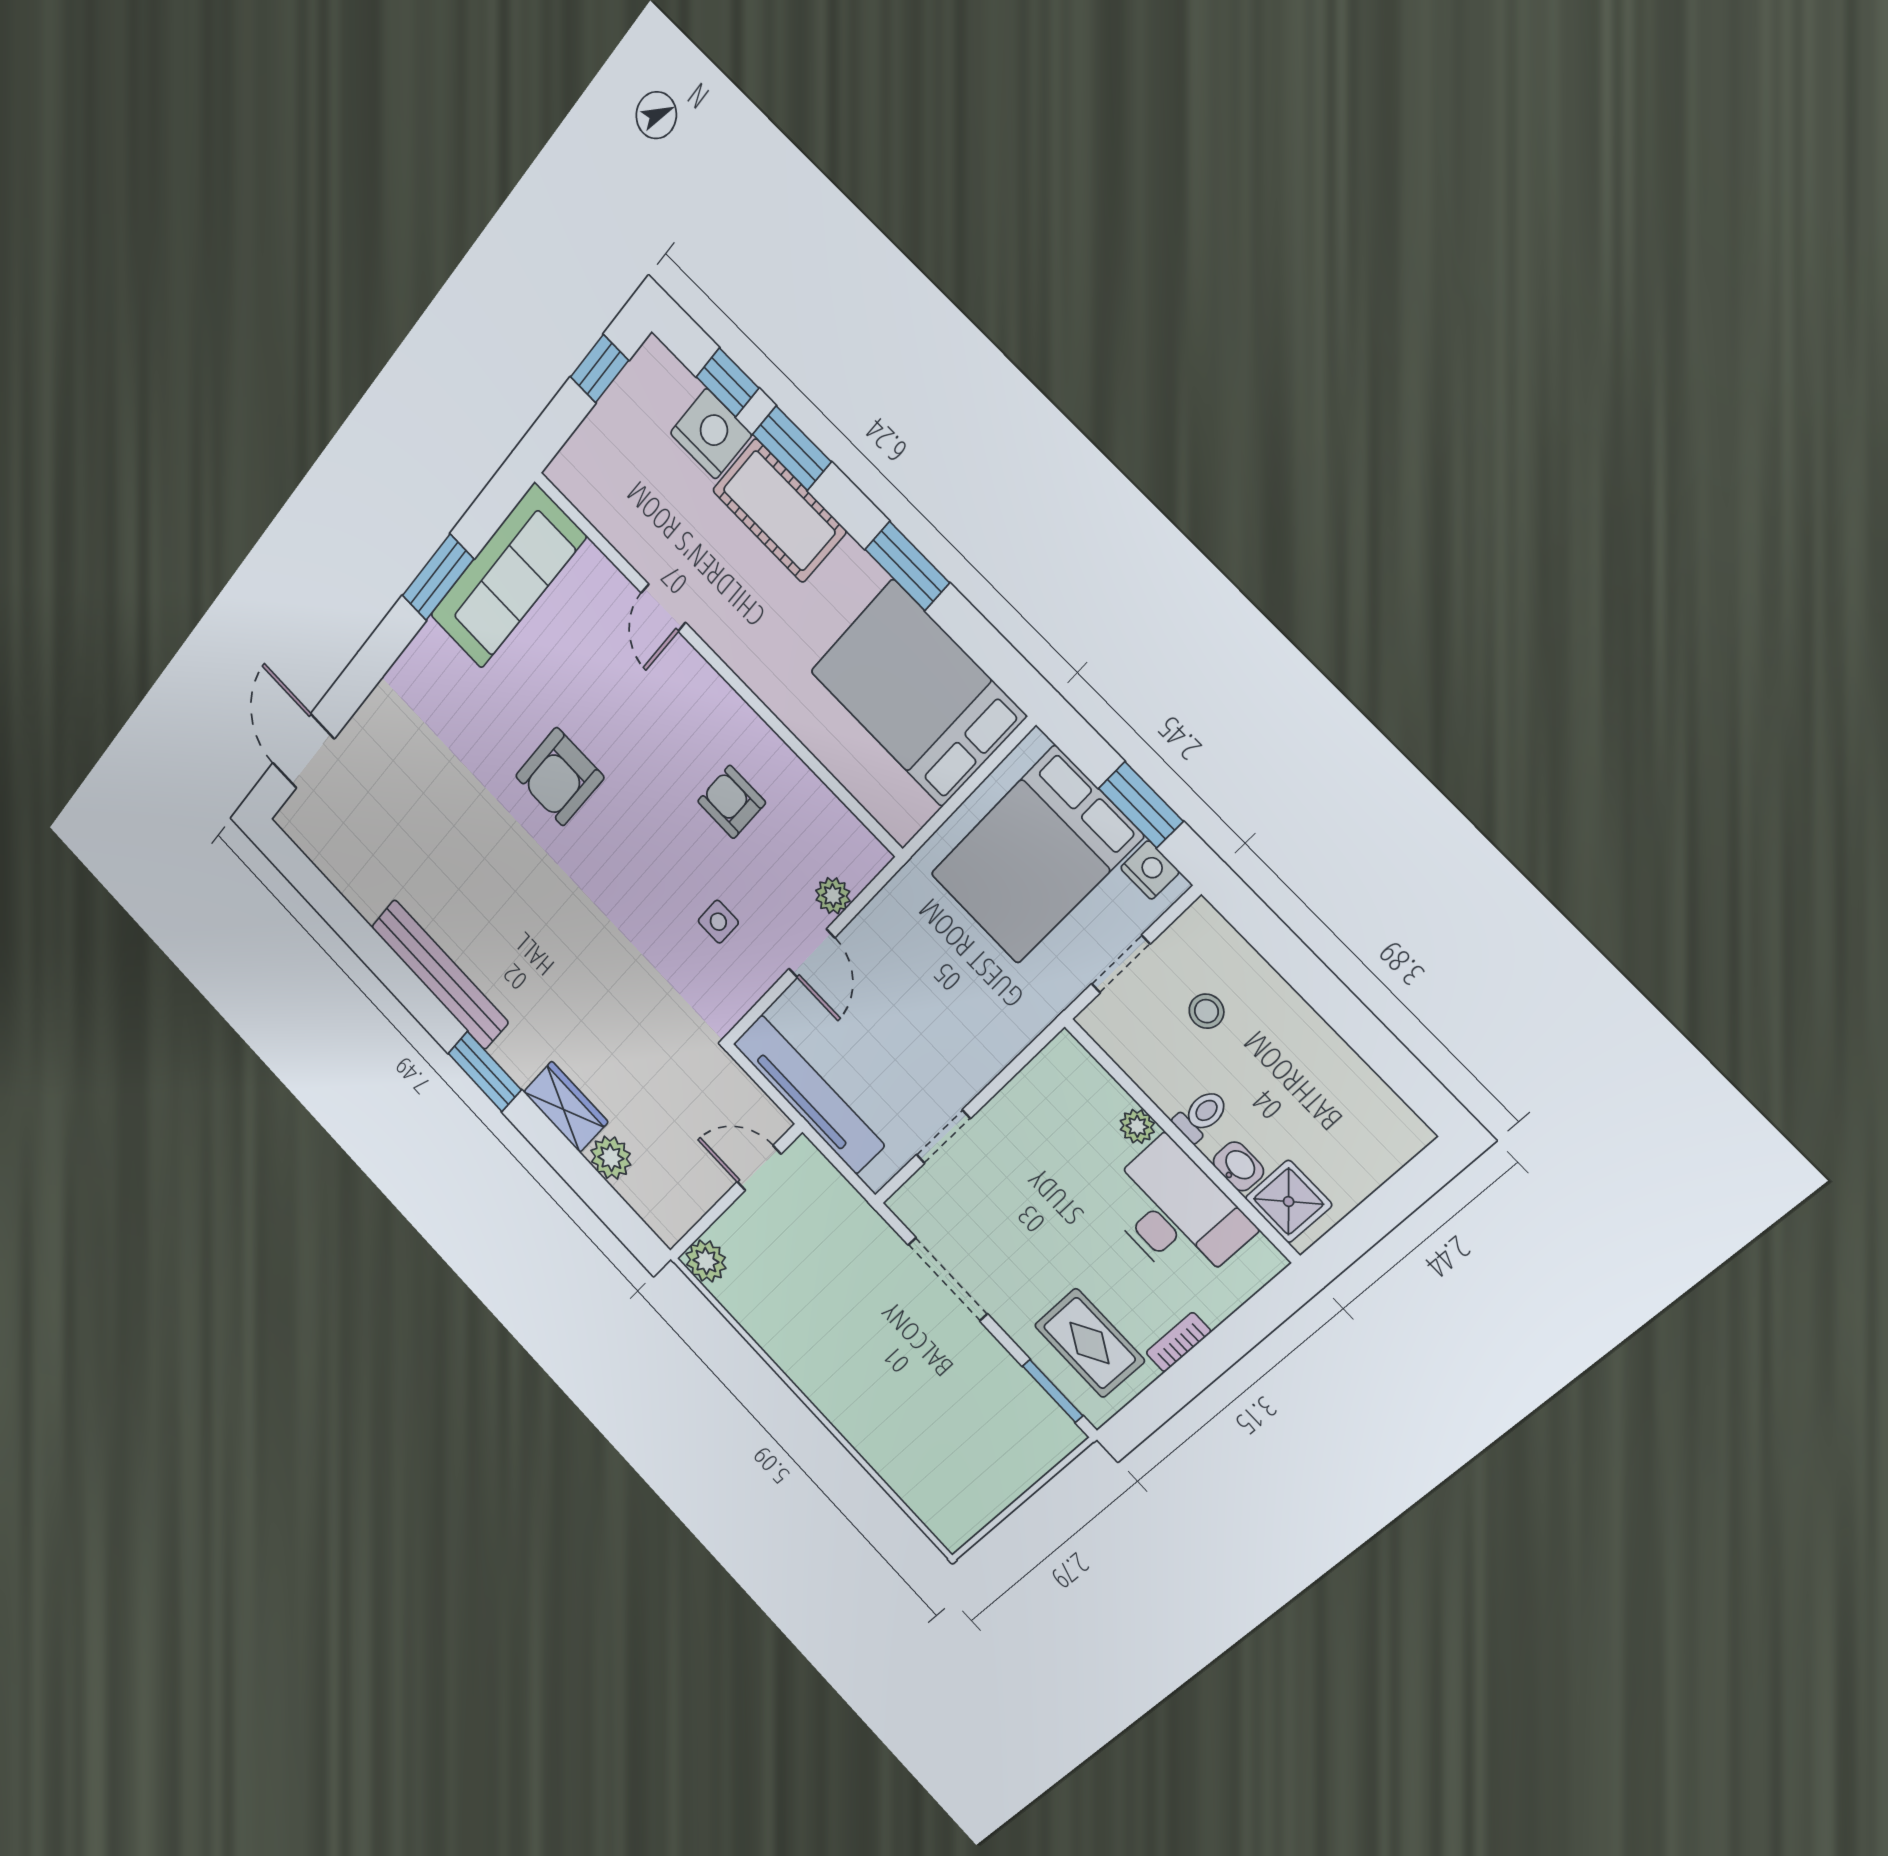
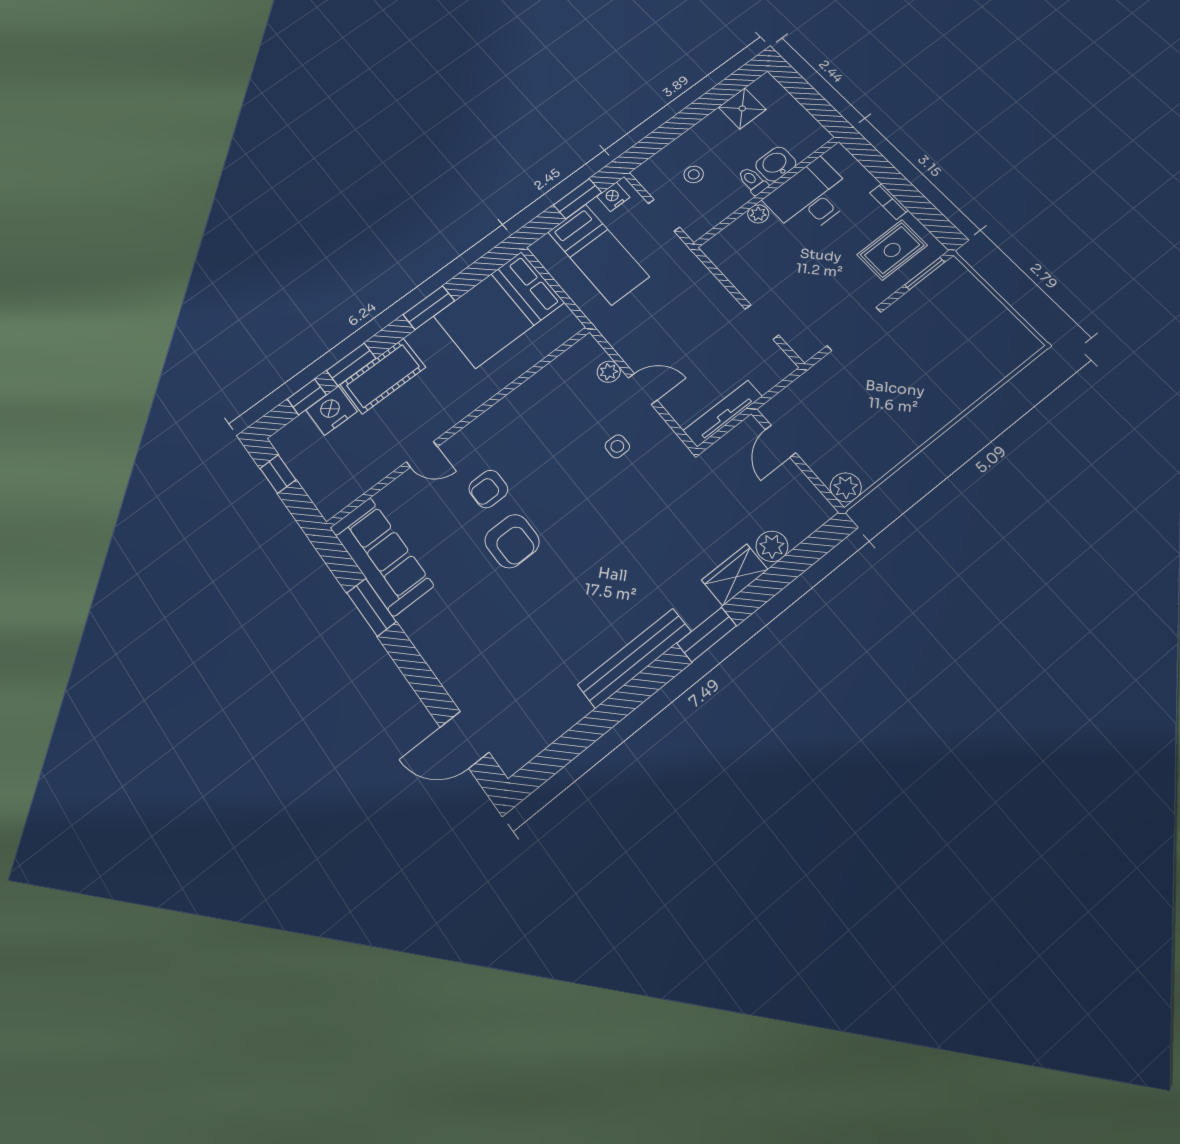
armchair: (732, 802) -> (488, 489), moved
bed: (1036, 855) -> (598, 254), width x0.67
tv unit: (809, 1094) -> (723, 413), width x0.73, depth x0.78
washbasin: (1238, 1166) -> (776, 164), width x1.38, depth x1.45
shower: (1289, 1201) -> (742, 108), moved

